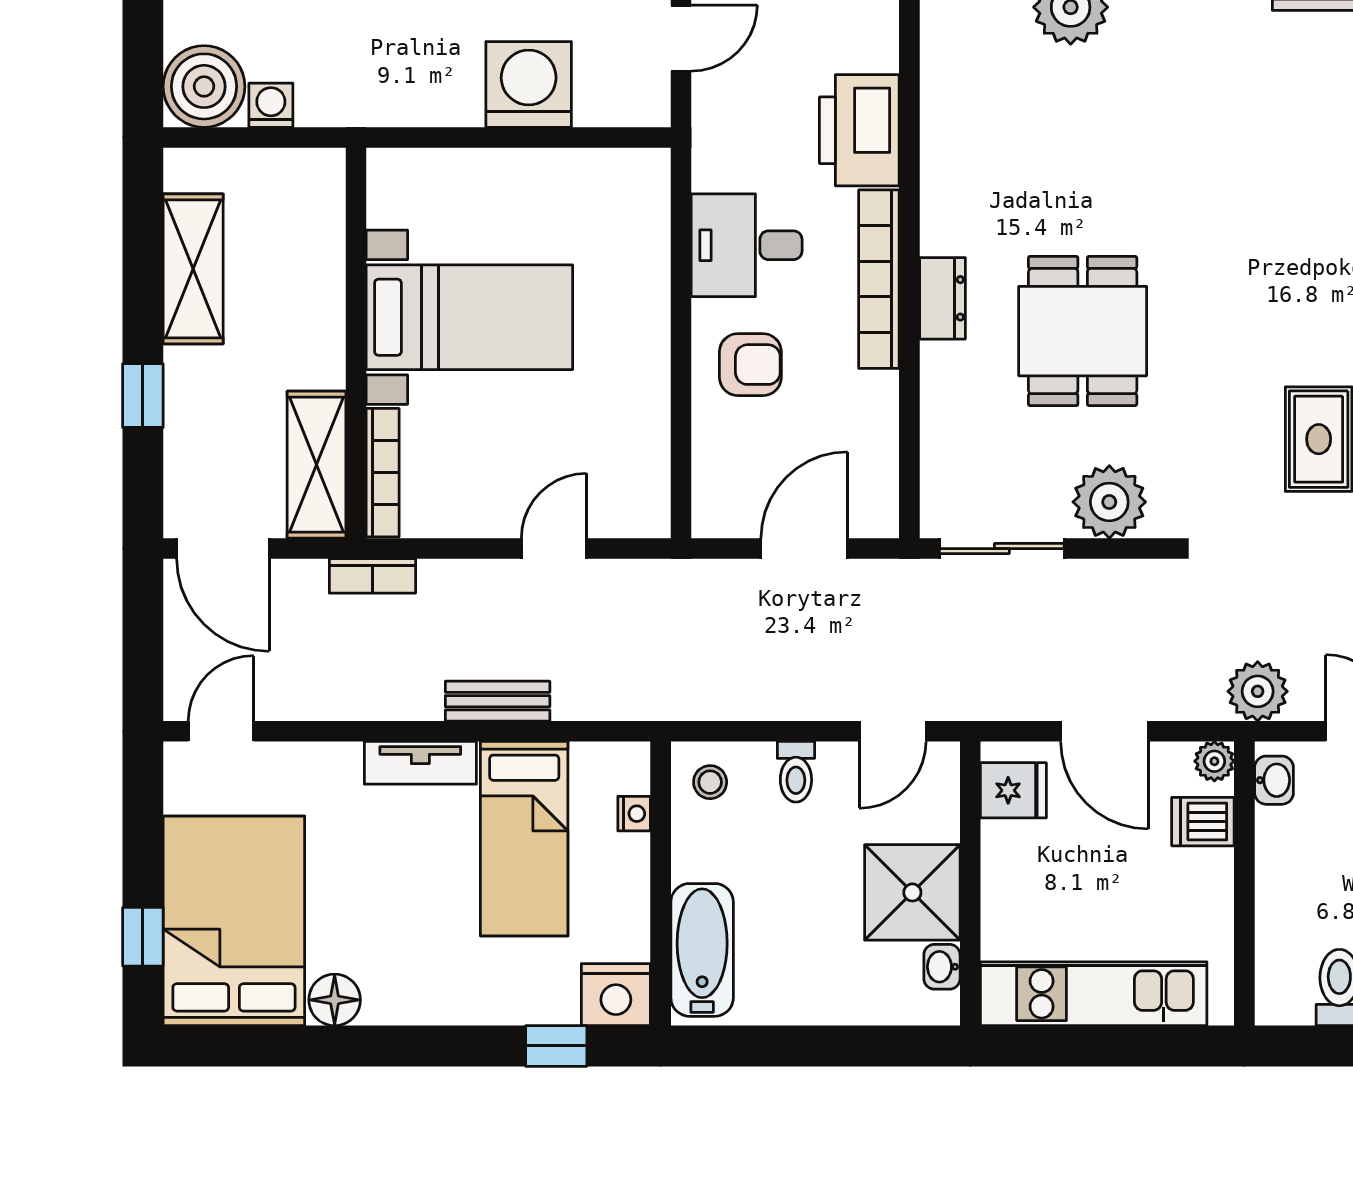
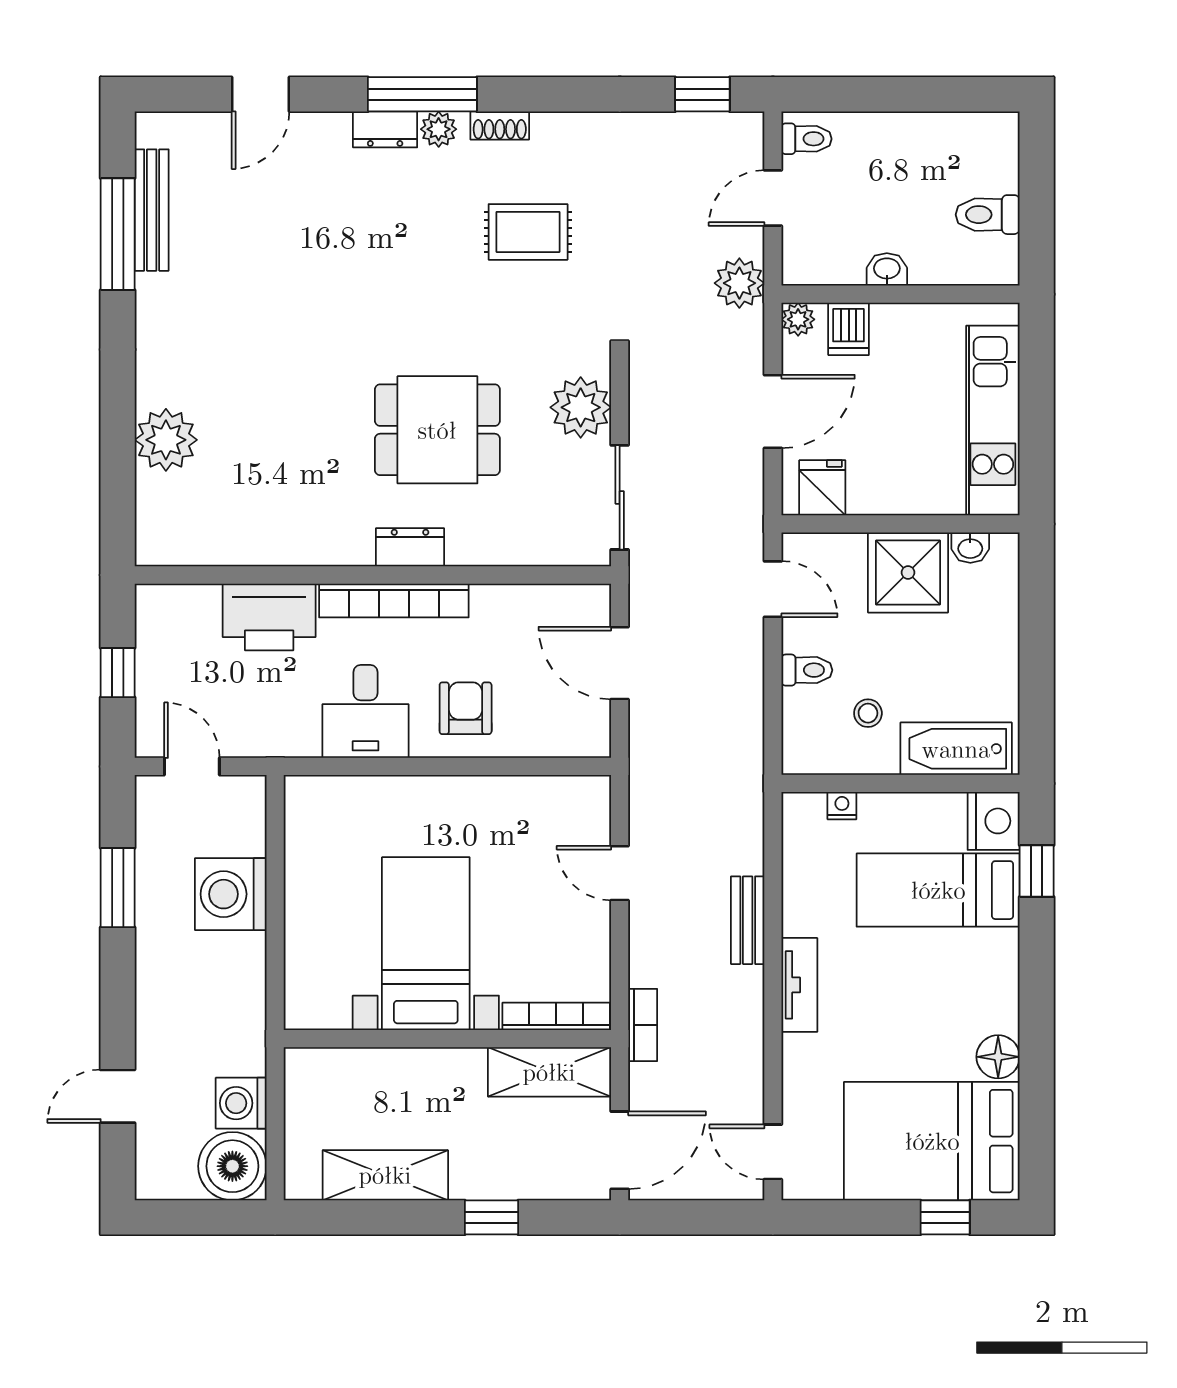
washing machine: (271, 105) -> (241, 1103), width x1.38, depth x1.38
washbasin: (1274, 780) -> (887, 269), moved
stool: (710, 782) -> (868, 713), moved
bed: (524, 839) -> (938, 890), moved, turned 180

